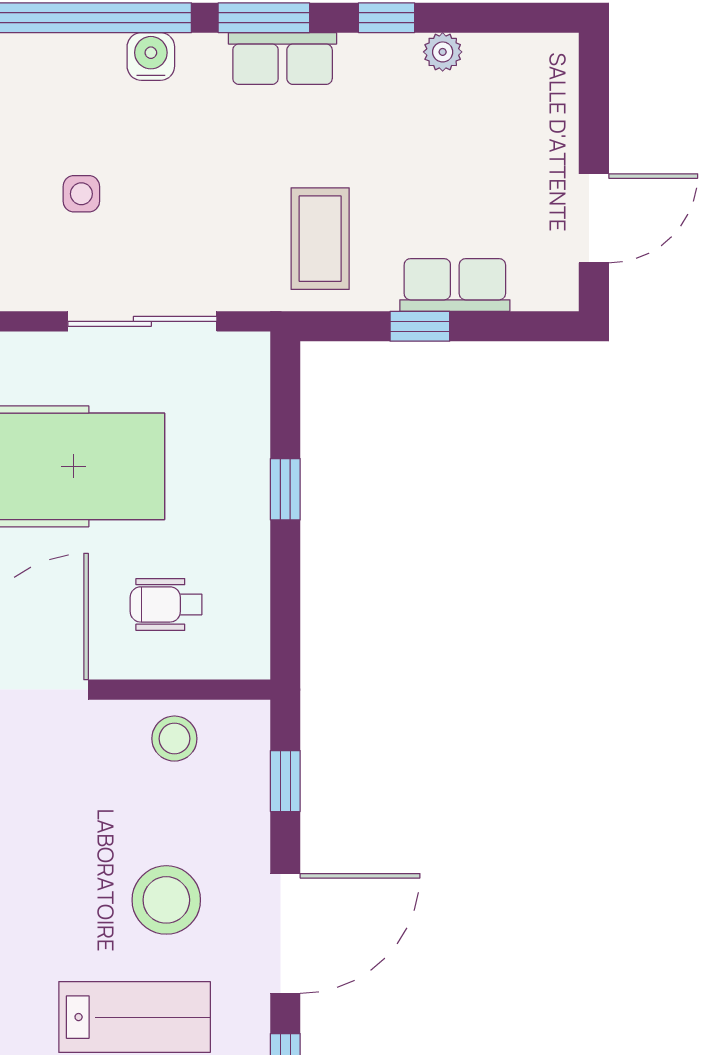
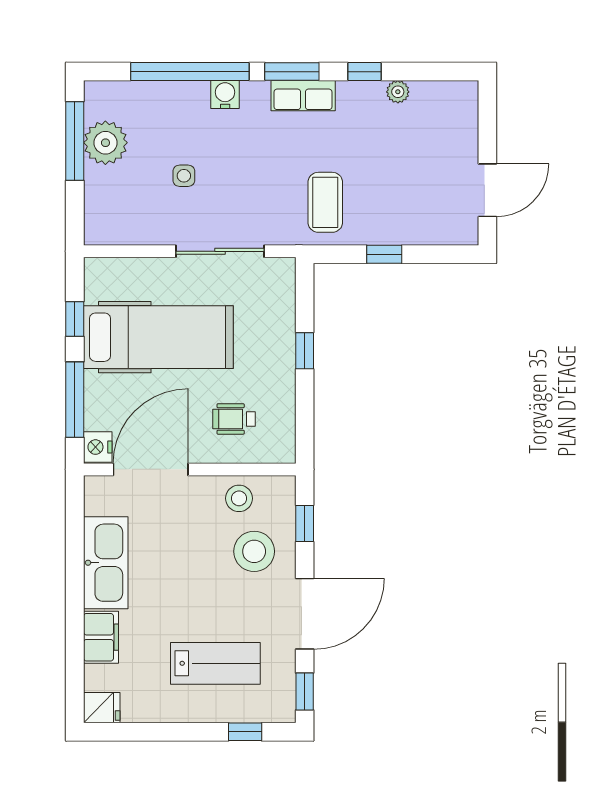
row of seats: (455, 285) -> (405, 230), removed
stool: (166, 900) -> (254, 551), moved

